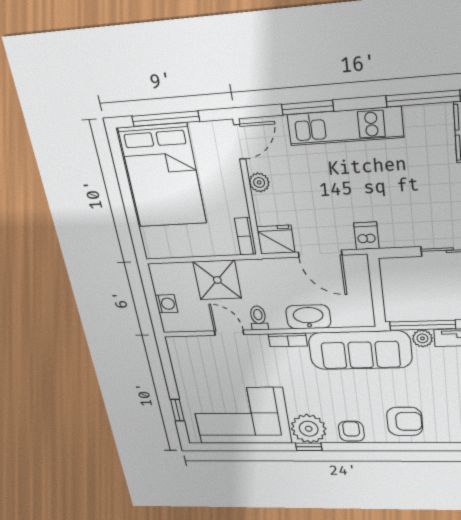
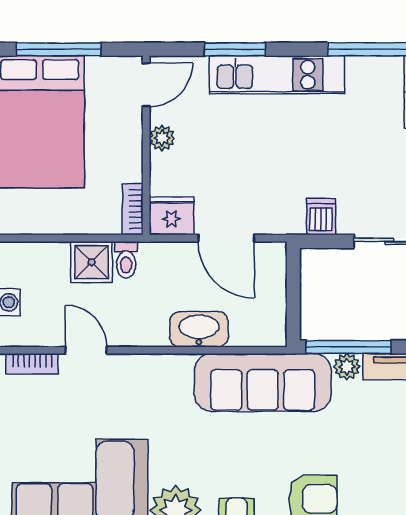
dishwasher: (366, 236) -> (321, 217), moved
shower: (217, 280) -> (92, 262), width x0.73, depth x0.73
toilet: (258, 318) -> (126, 260), moved, turned 180
bookcase: (288, 340) -> (32, 364), moved

